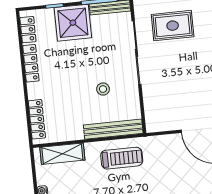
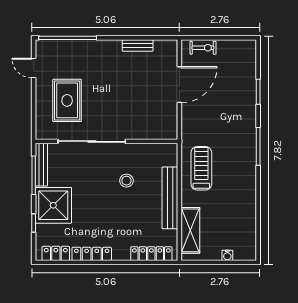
bench: (113, 129) -> (170, 198), moved

